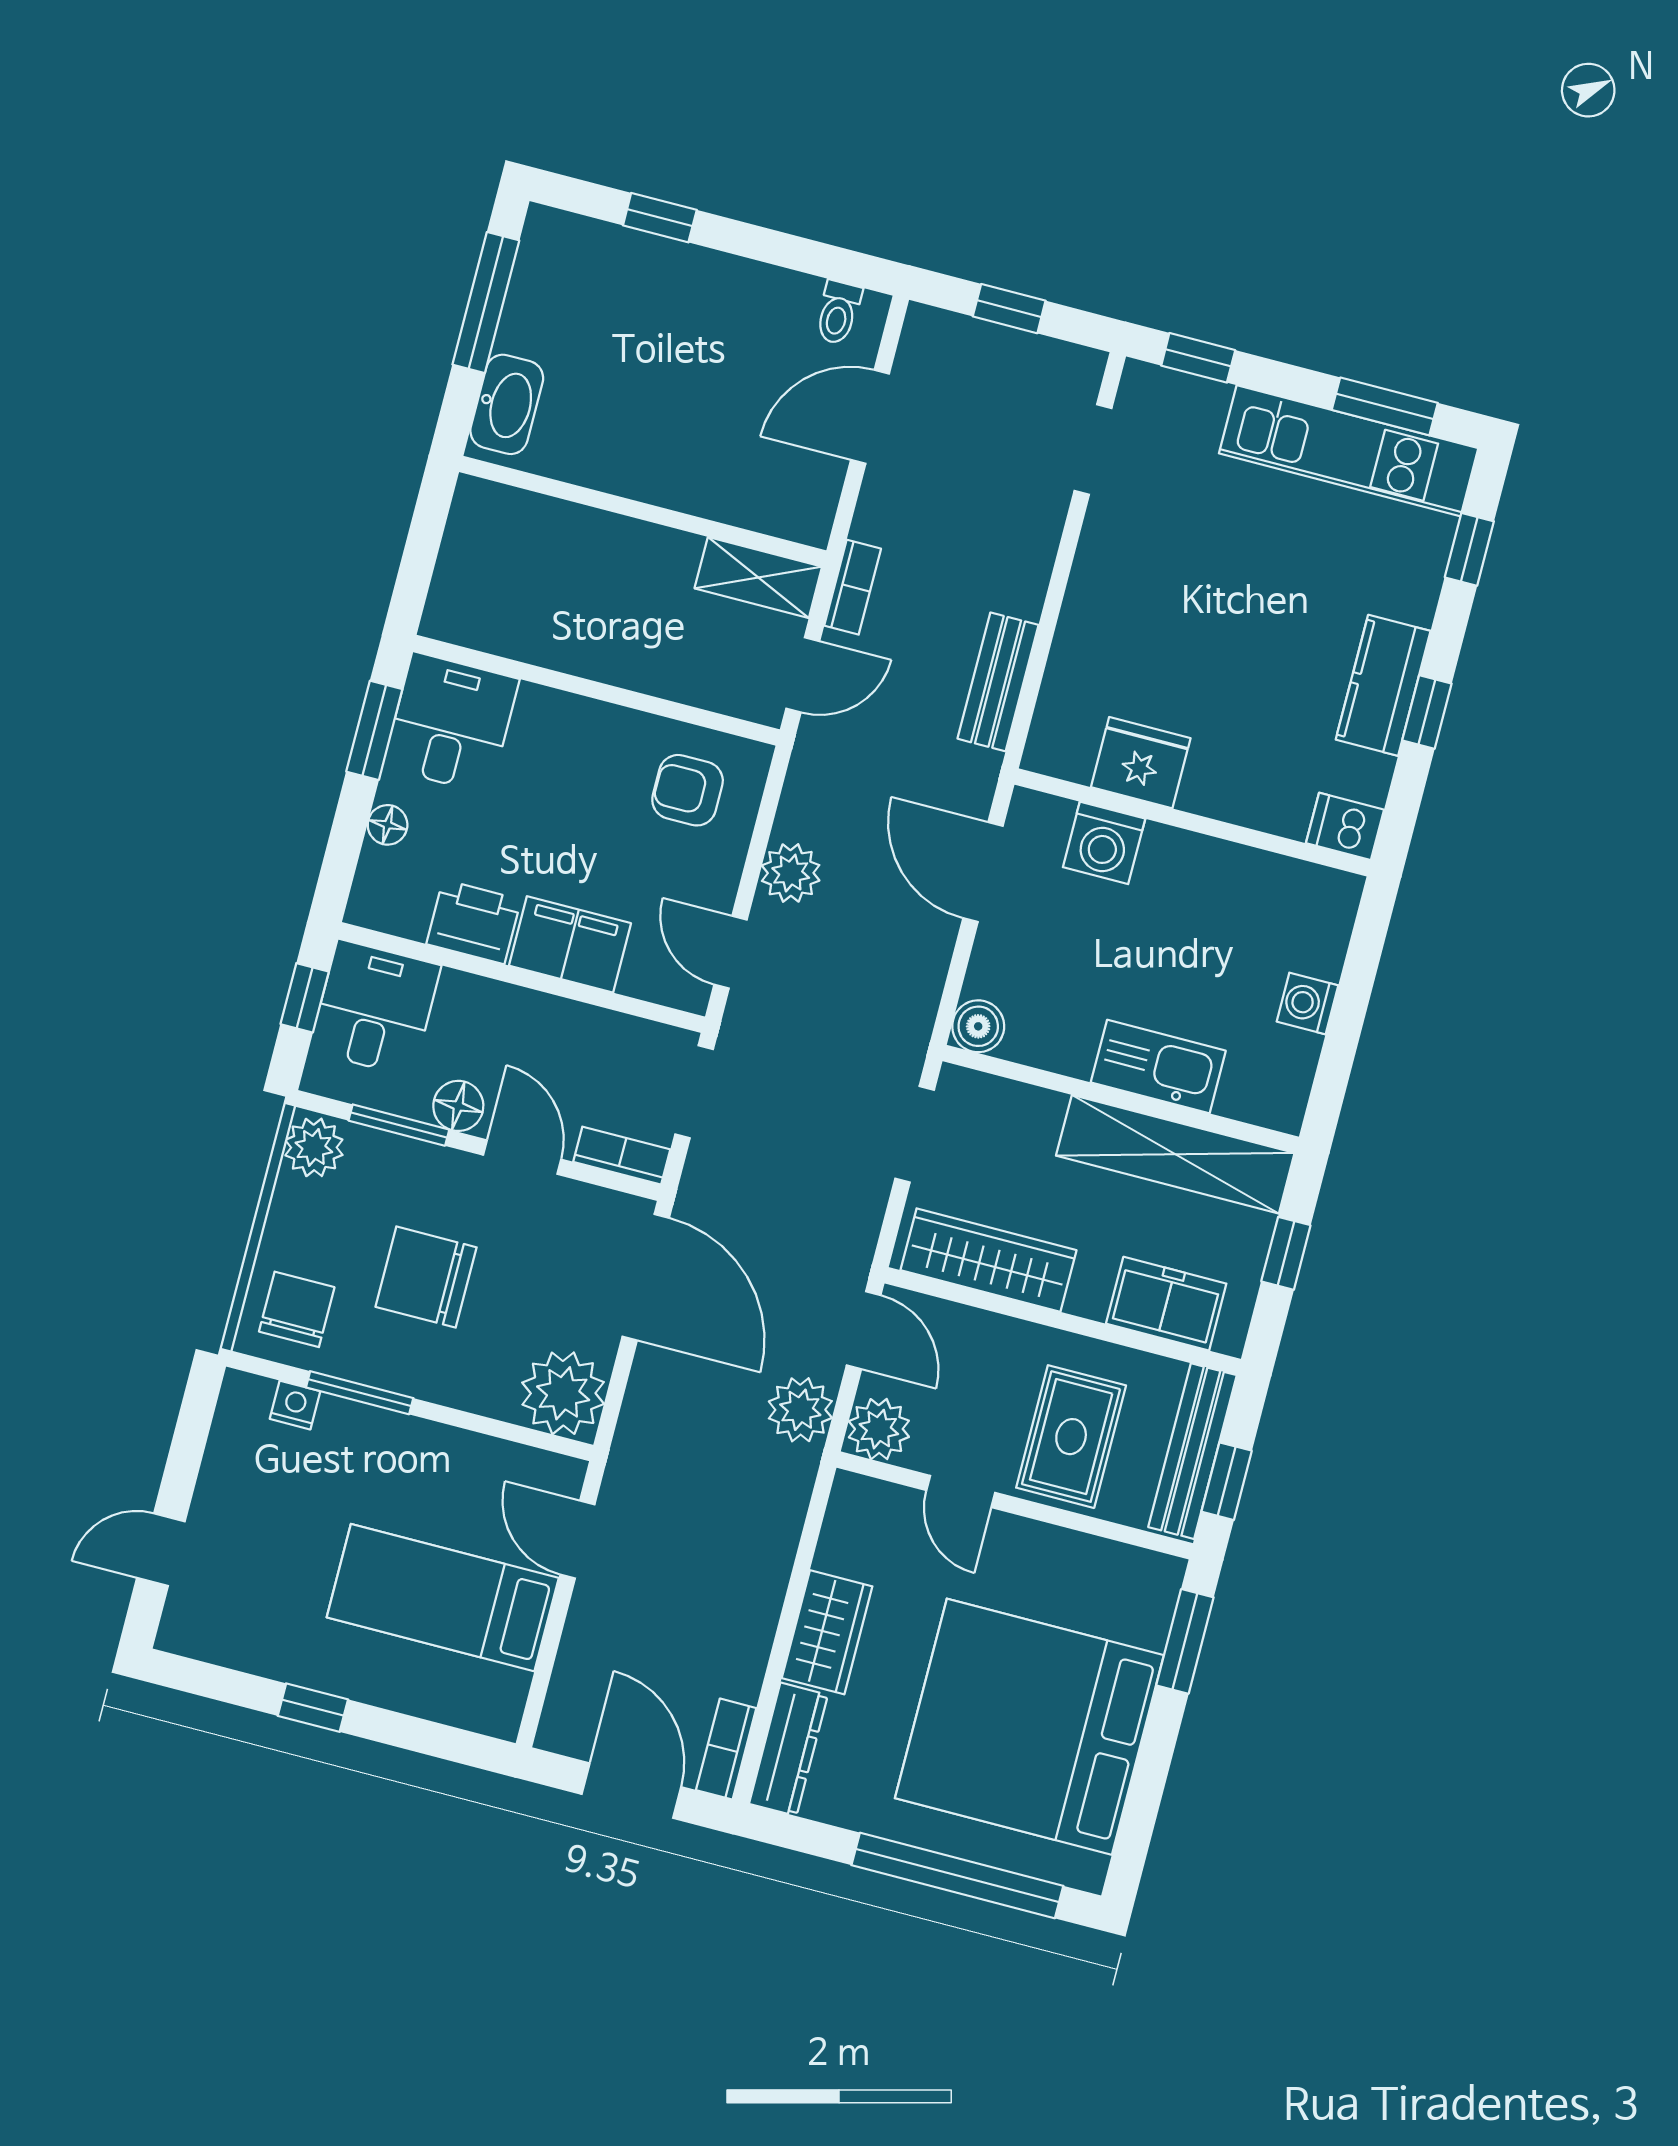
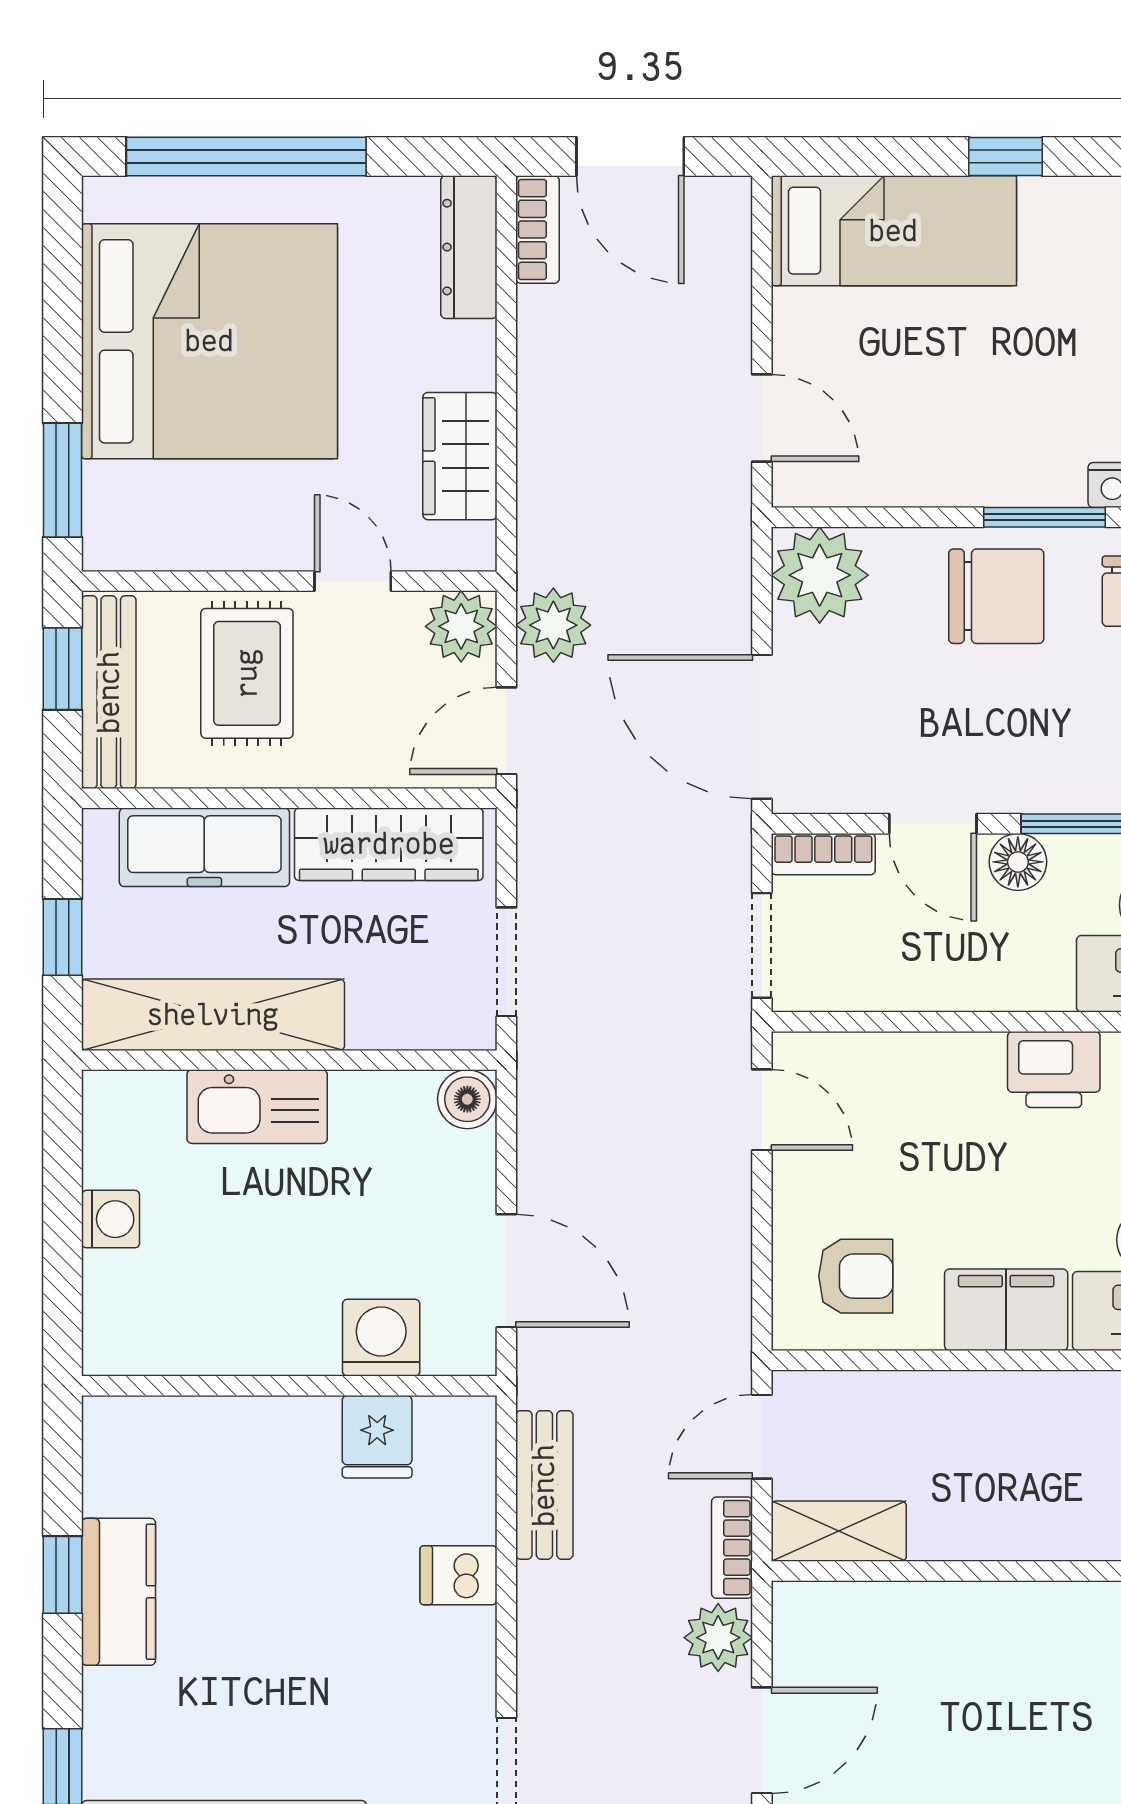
fridge: (1141, 763) -> (377, 1437), width x0.72
dishwasher: (1345, 826) -> (459, 1575), moved, turned 180
plant: (791, 873) -> (718, 1638), moved
filing cabinet: (570, 944) -> (1006, 1310), moved, turned 180
chair: (426, 1277) -> (996, 596), moved
freezer: (1166, 1304) -> (204, 847), width x1.40
door: (864, 1330) -> (506, 731), hinge flipped
bed: (443, 1598) -> (894, 231), moved
wardrobe: (827, 1632) -> (460, 456), moved

